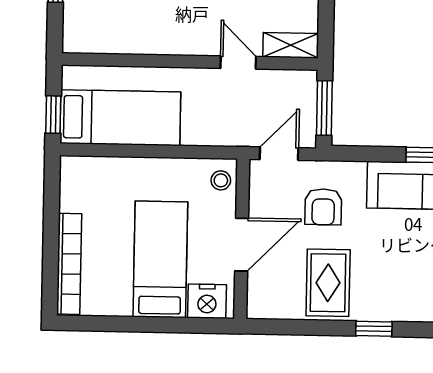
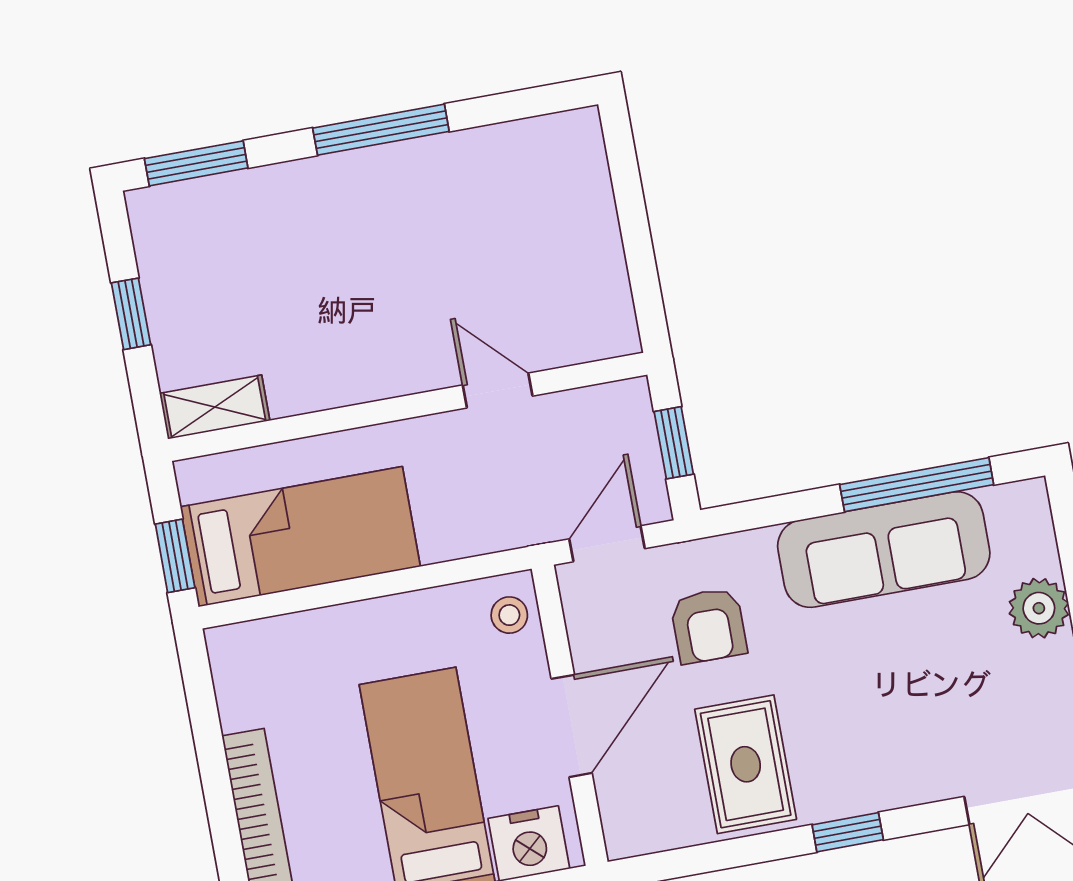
shelving: (291, 45) -> (215, 407), moved
window: (324, 108) -> (674, 443), width x0.67

